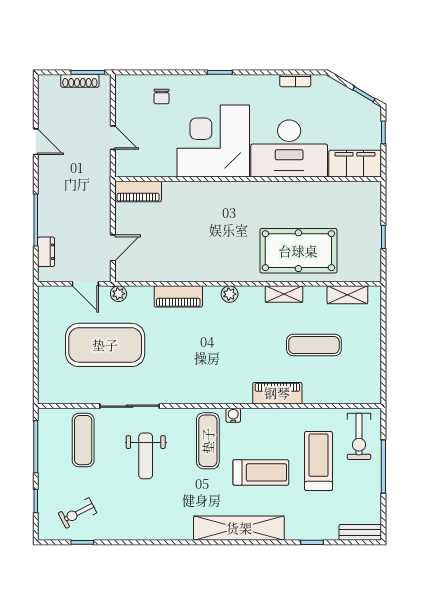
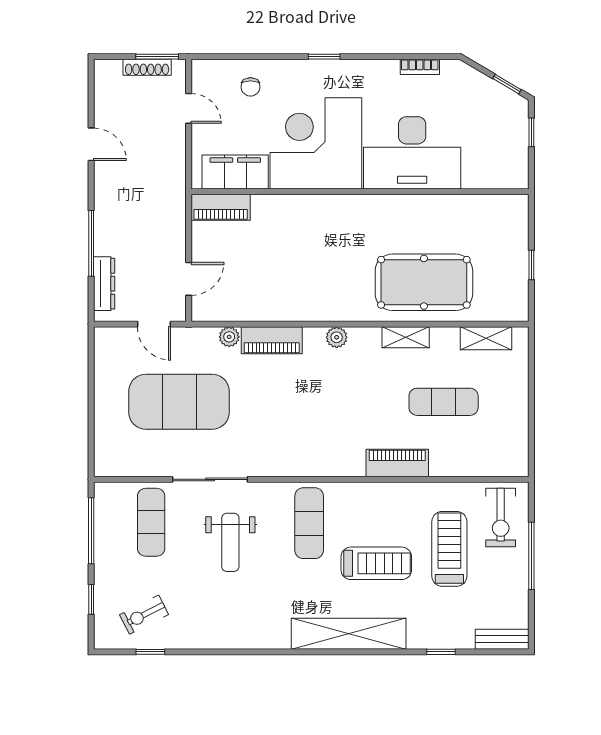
door: (113, 138) -> (189, 108), moved
filing cabinet: (355, 164) -> (235, 172), moved
dresser: (46, 252) -> (104, 284), width x1.44
plant: (119, 294) -> (229, 337), moved
water cooler: (233, 415) -> (341, 491), removed

